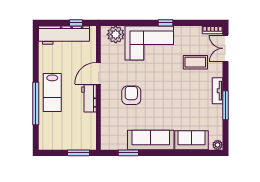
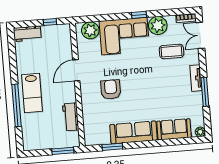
workbench: (64, 35) -> (27, 34), width x0.53, depth x0.76
plant: (184, 35) -> (158, 26), added
workbench: (89, 98) -> (71, 117), moved

